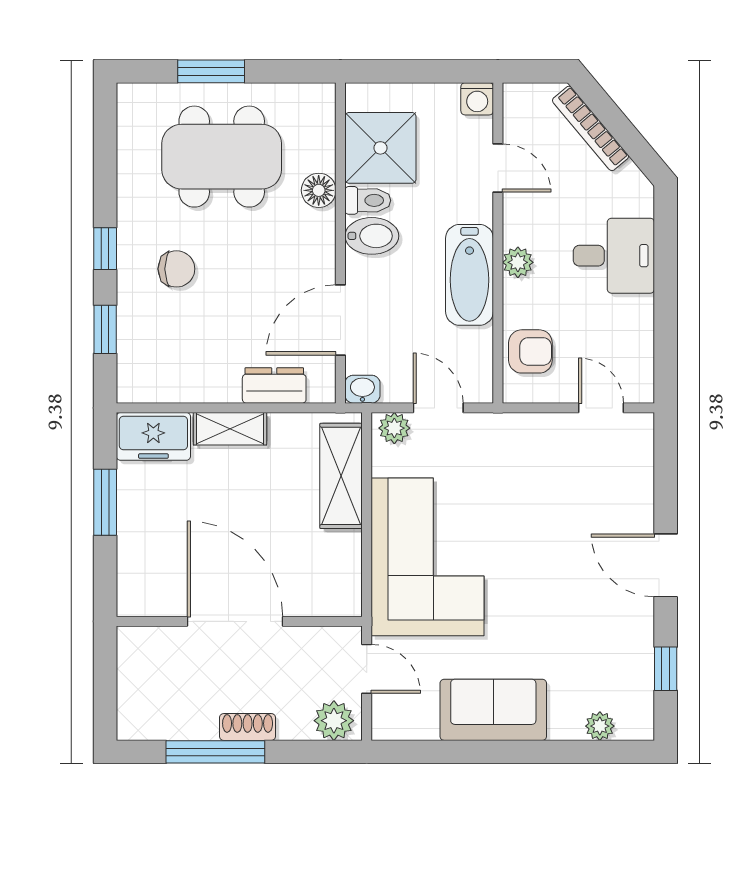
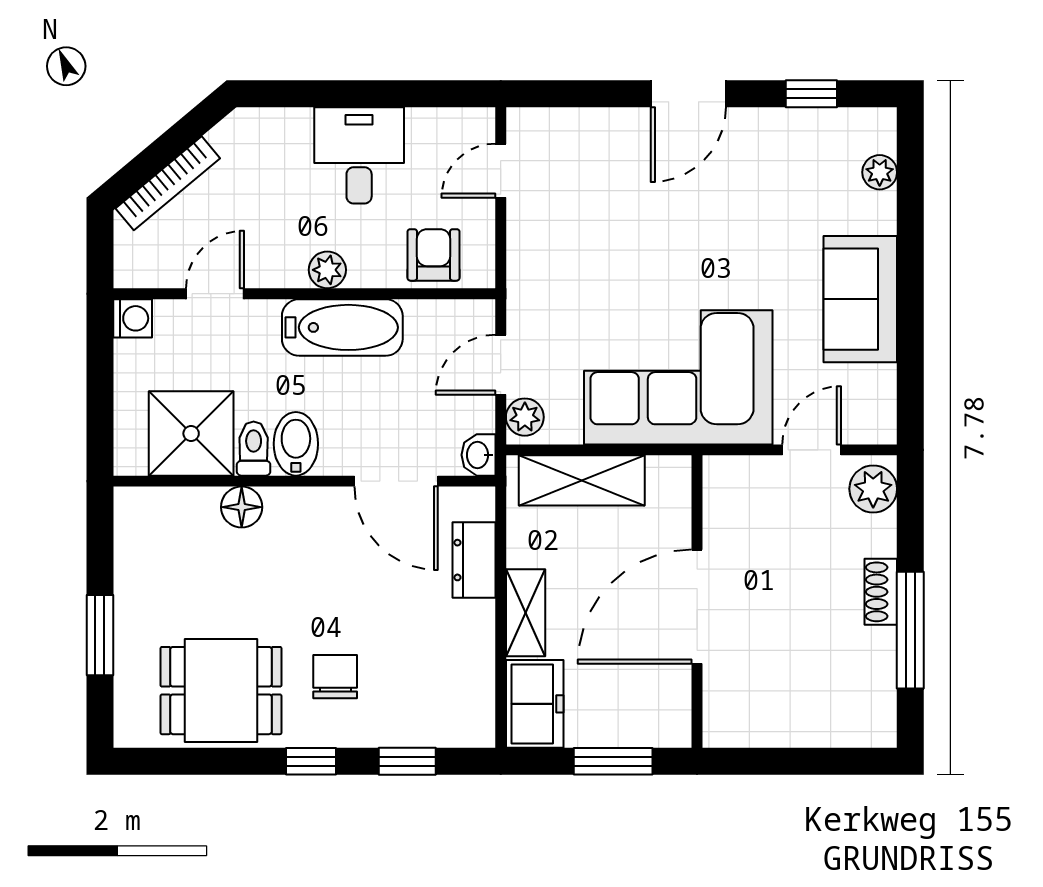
dining table: (222, 157) -> (221, 691), moved, width x0.73
desk: (614, 256) -> (359, 155), moved
door: (235, 621) -> (697, 607), moved
wall: (239, 621) -> (697, 602), moved

